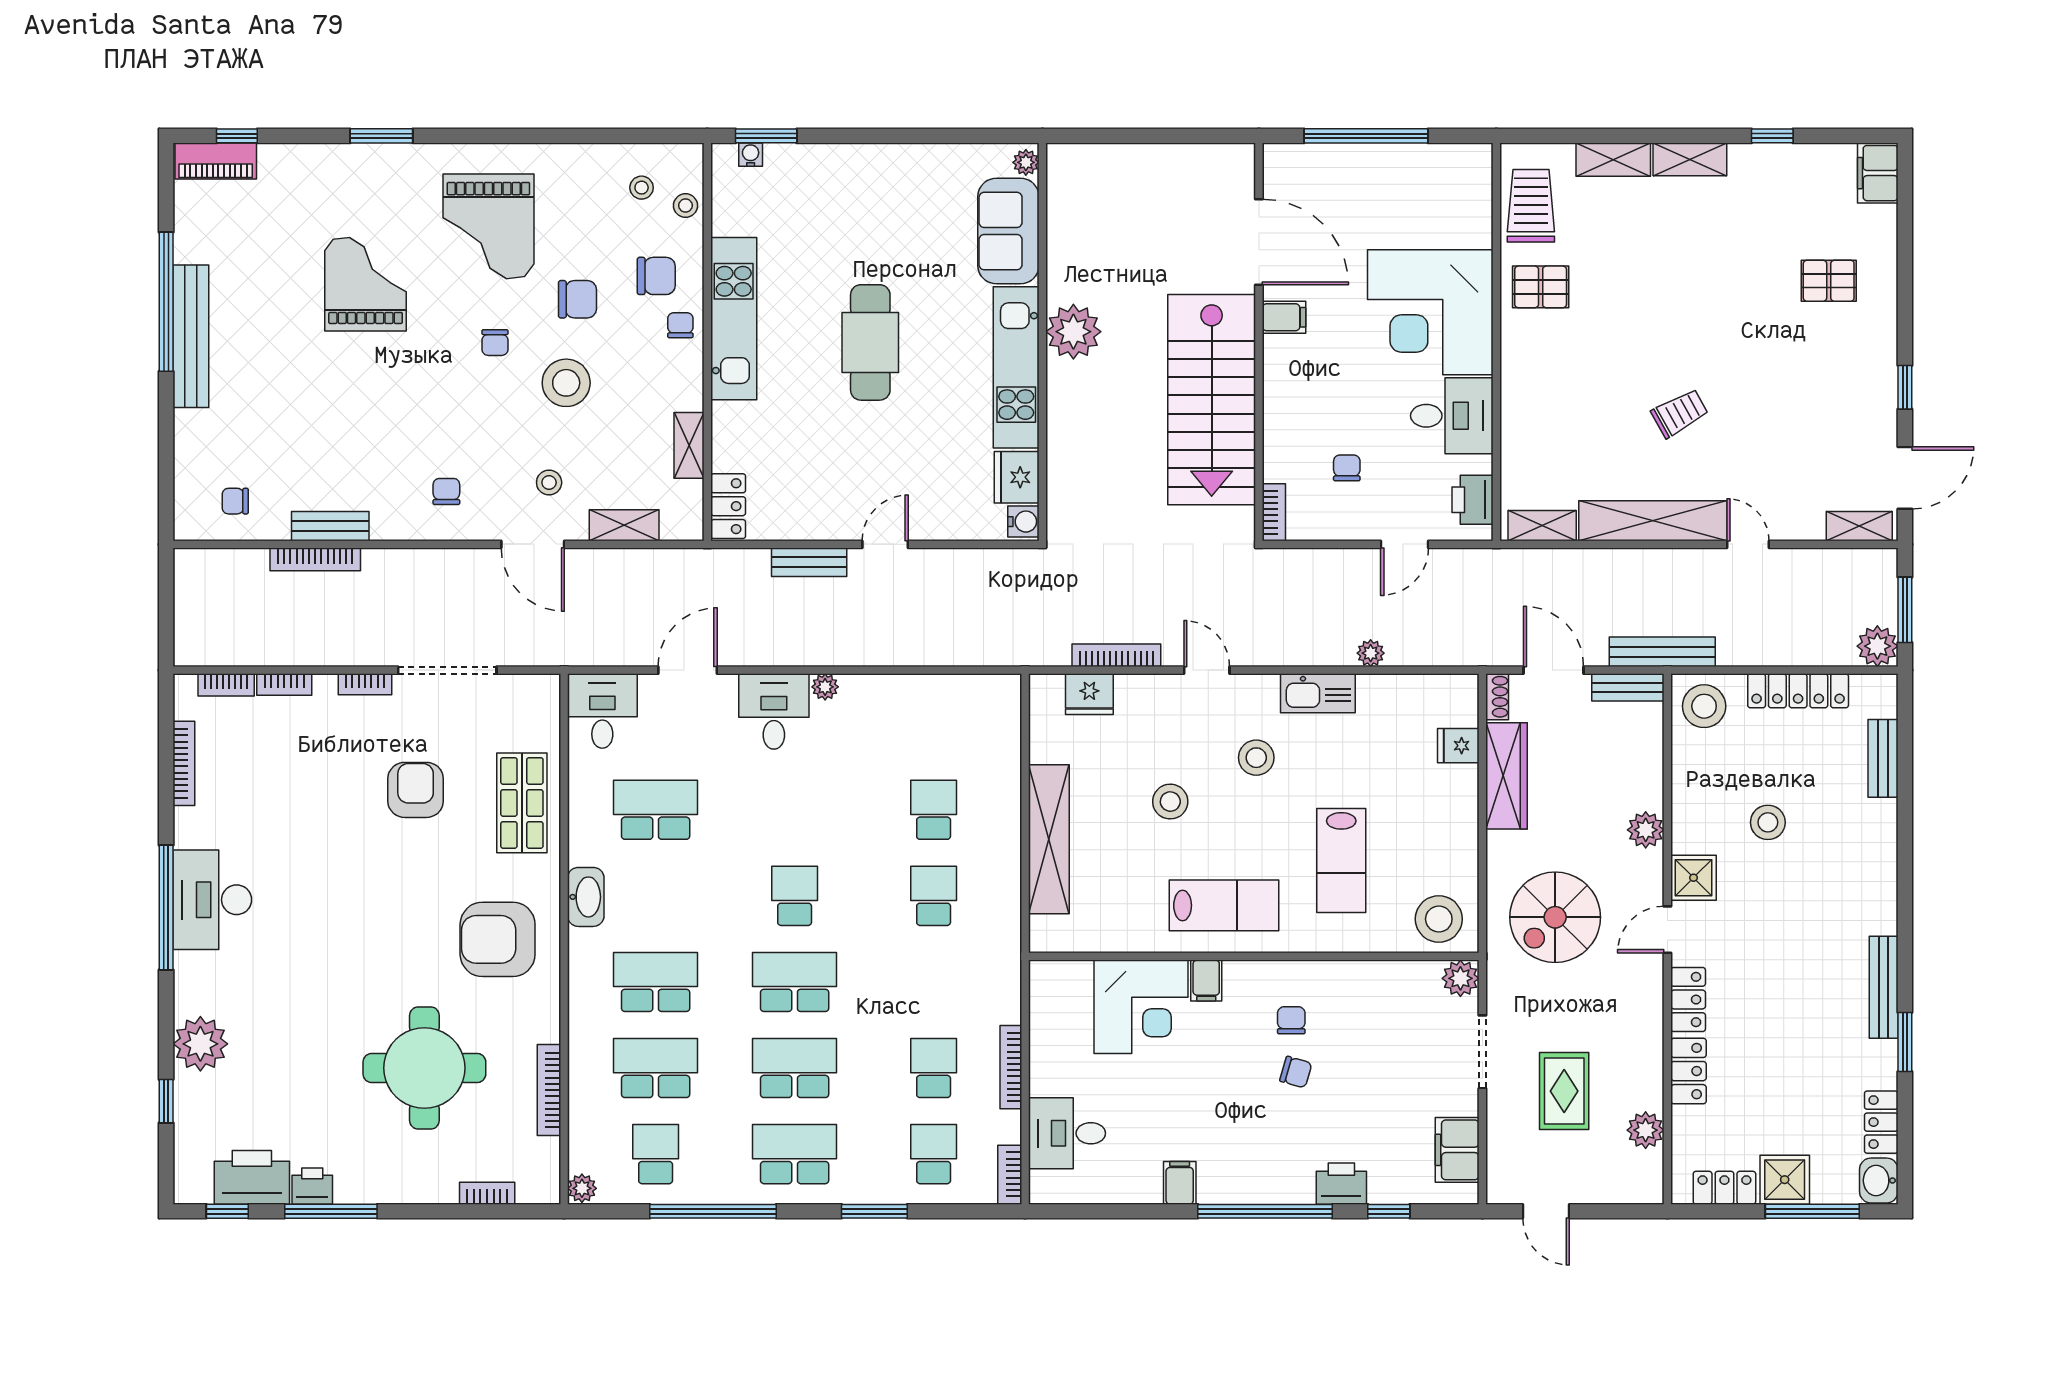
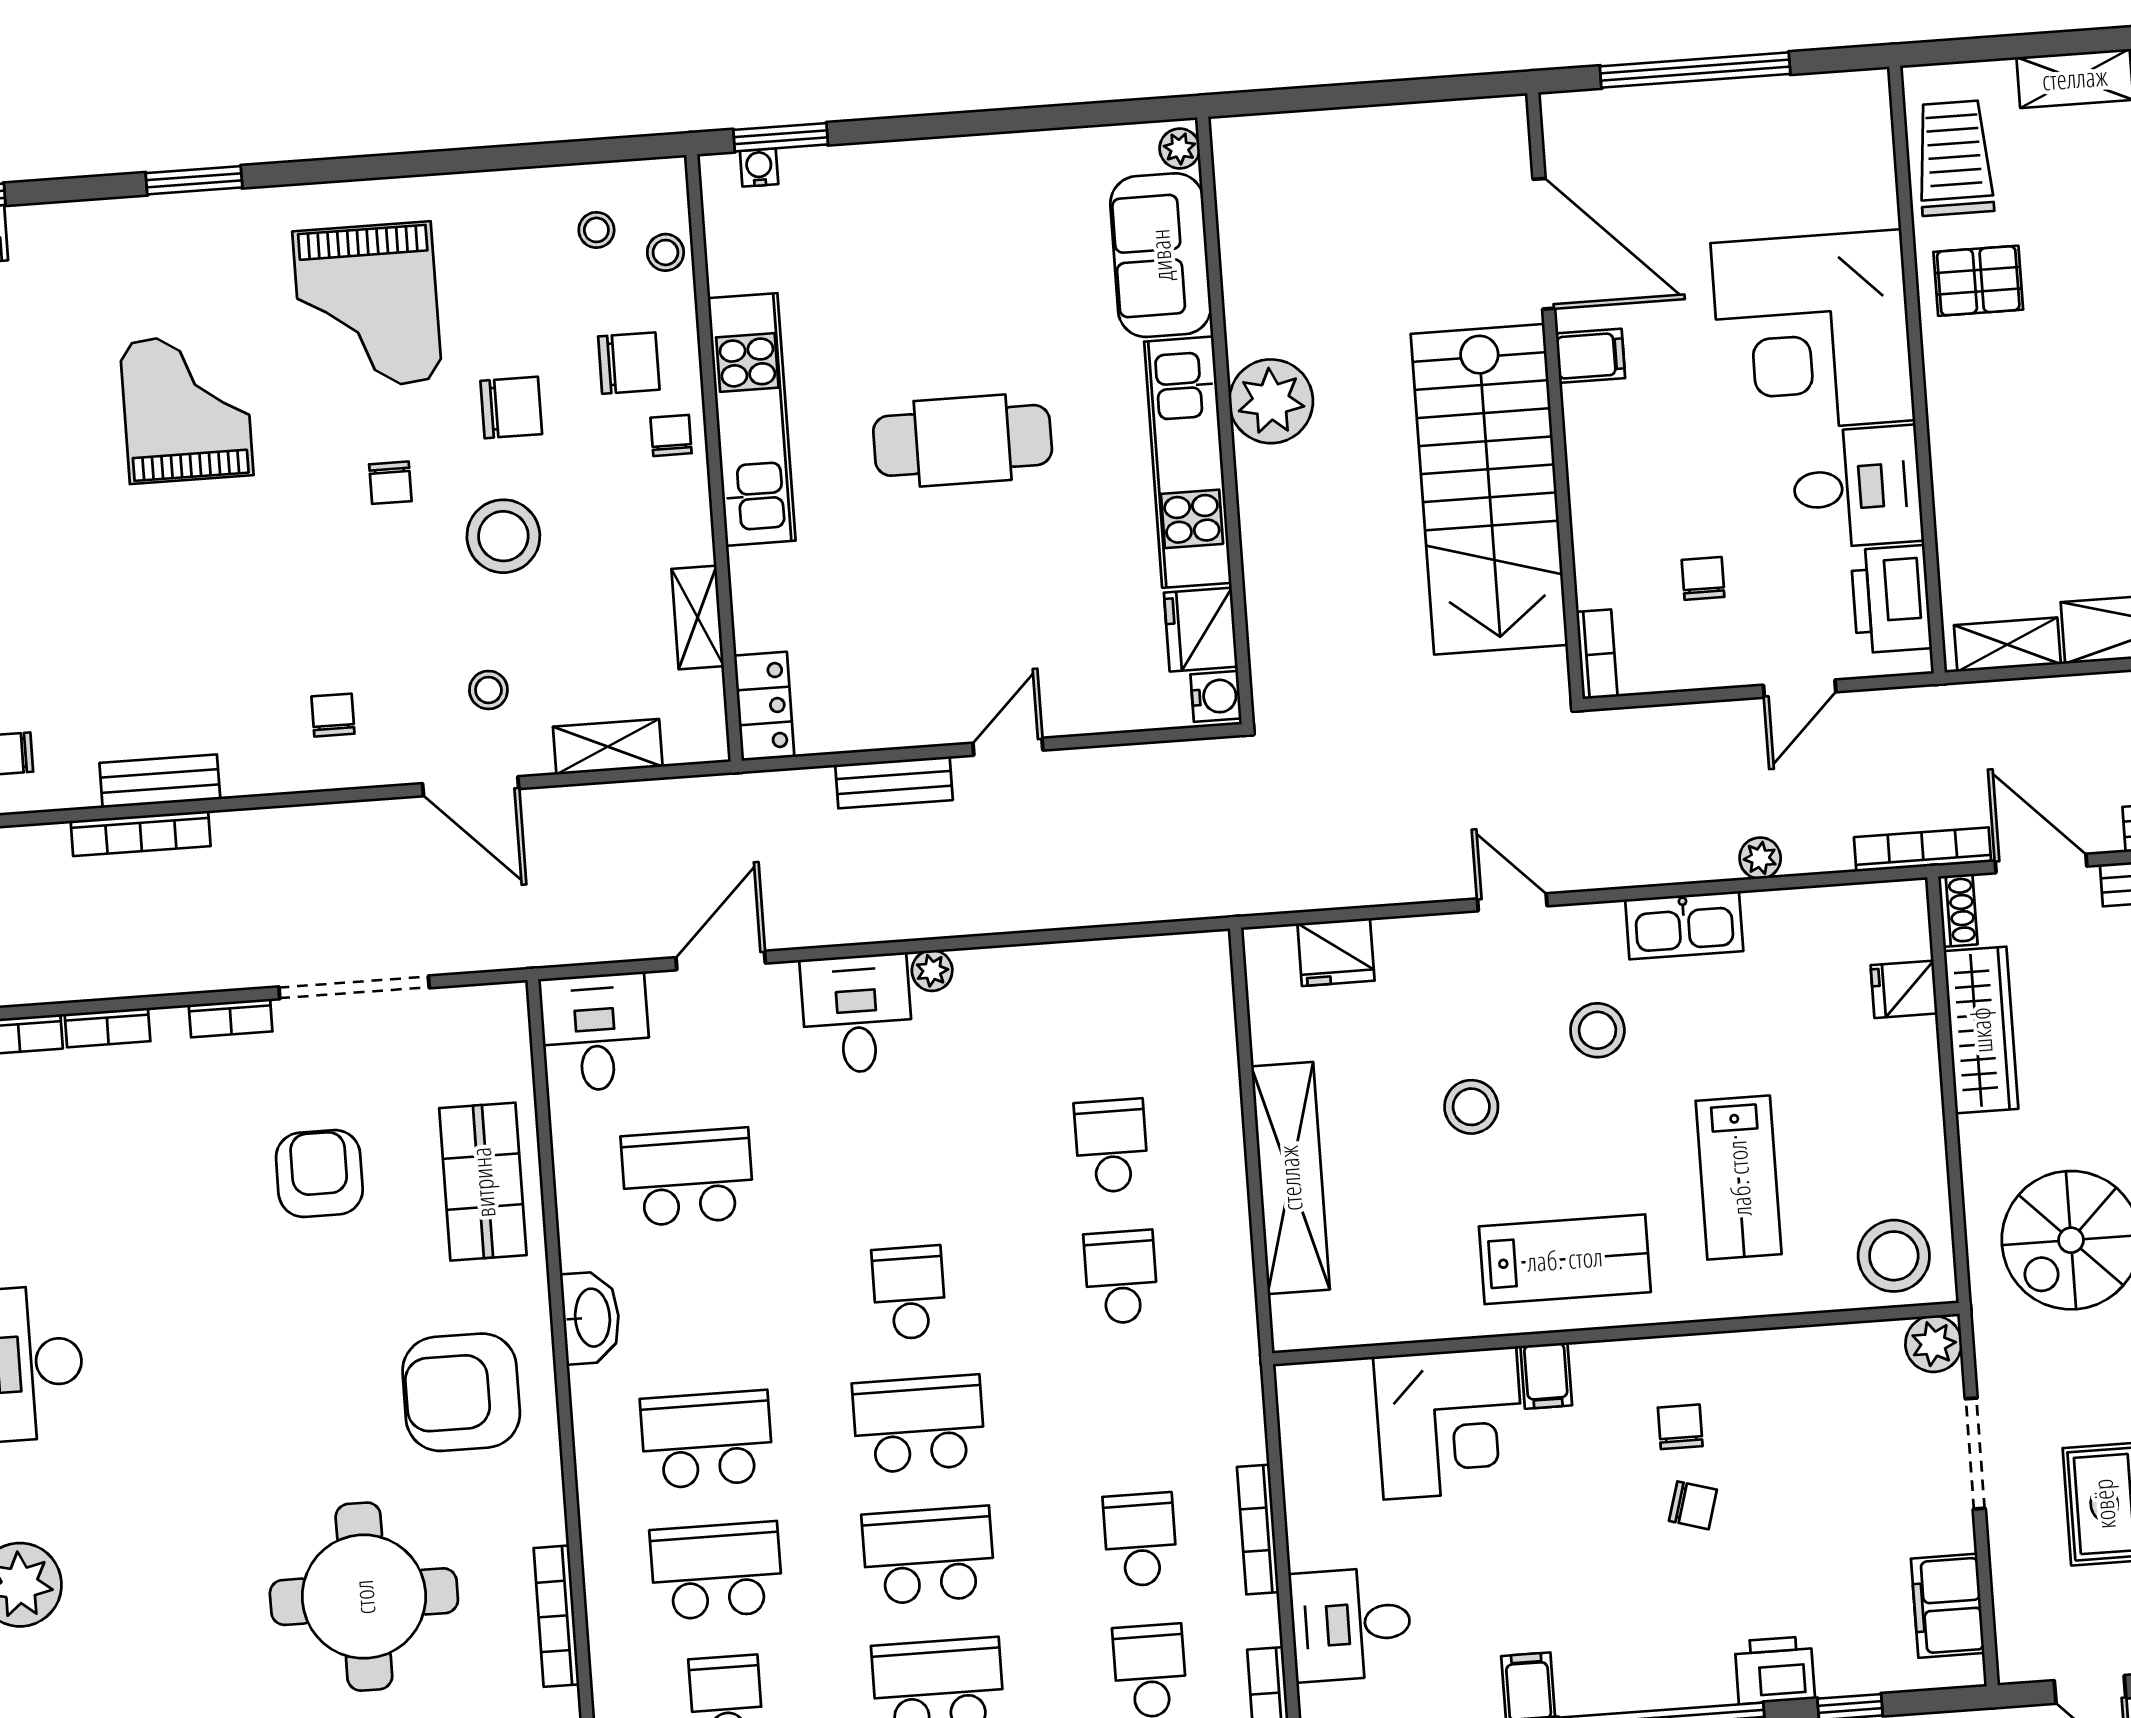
cafe table: (870, 342) -> (963, 440), turned 90
printer: (1472, 500) -> (1891, 599), width x1.37, depth x1.19
bookcase: (1116, 655) -> (1923, 849), moved

